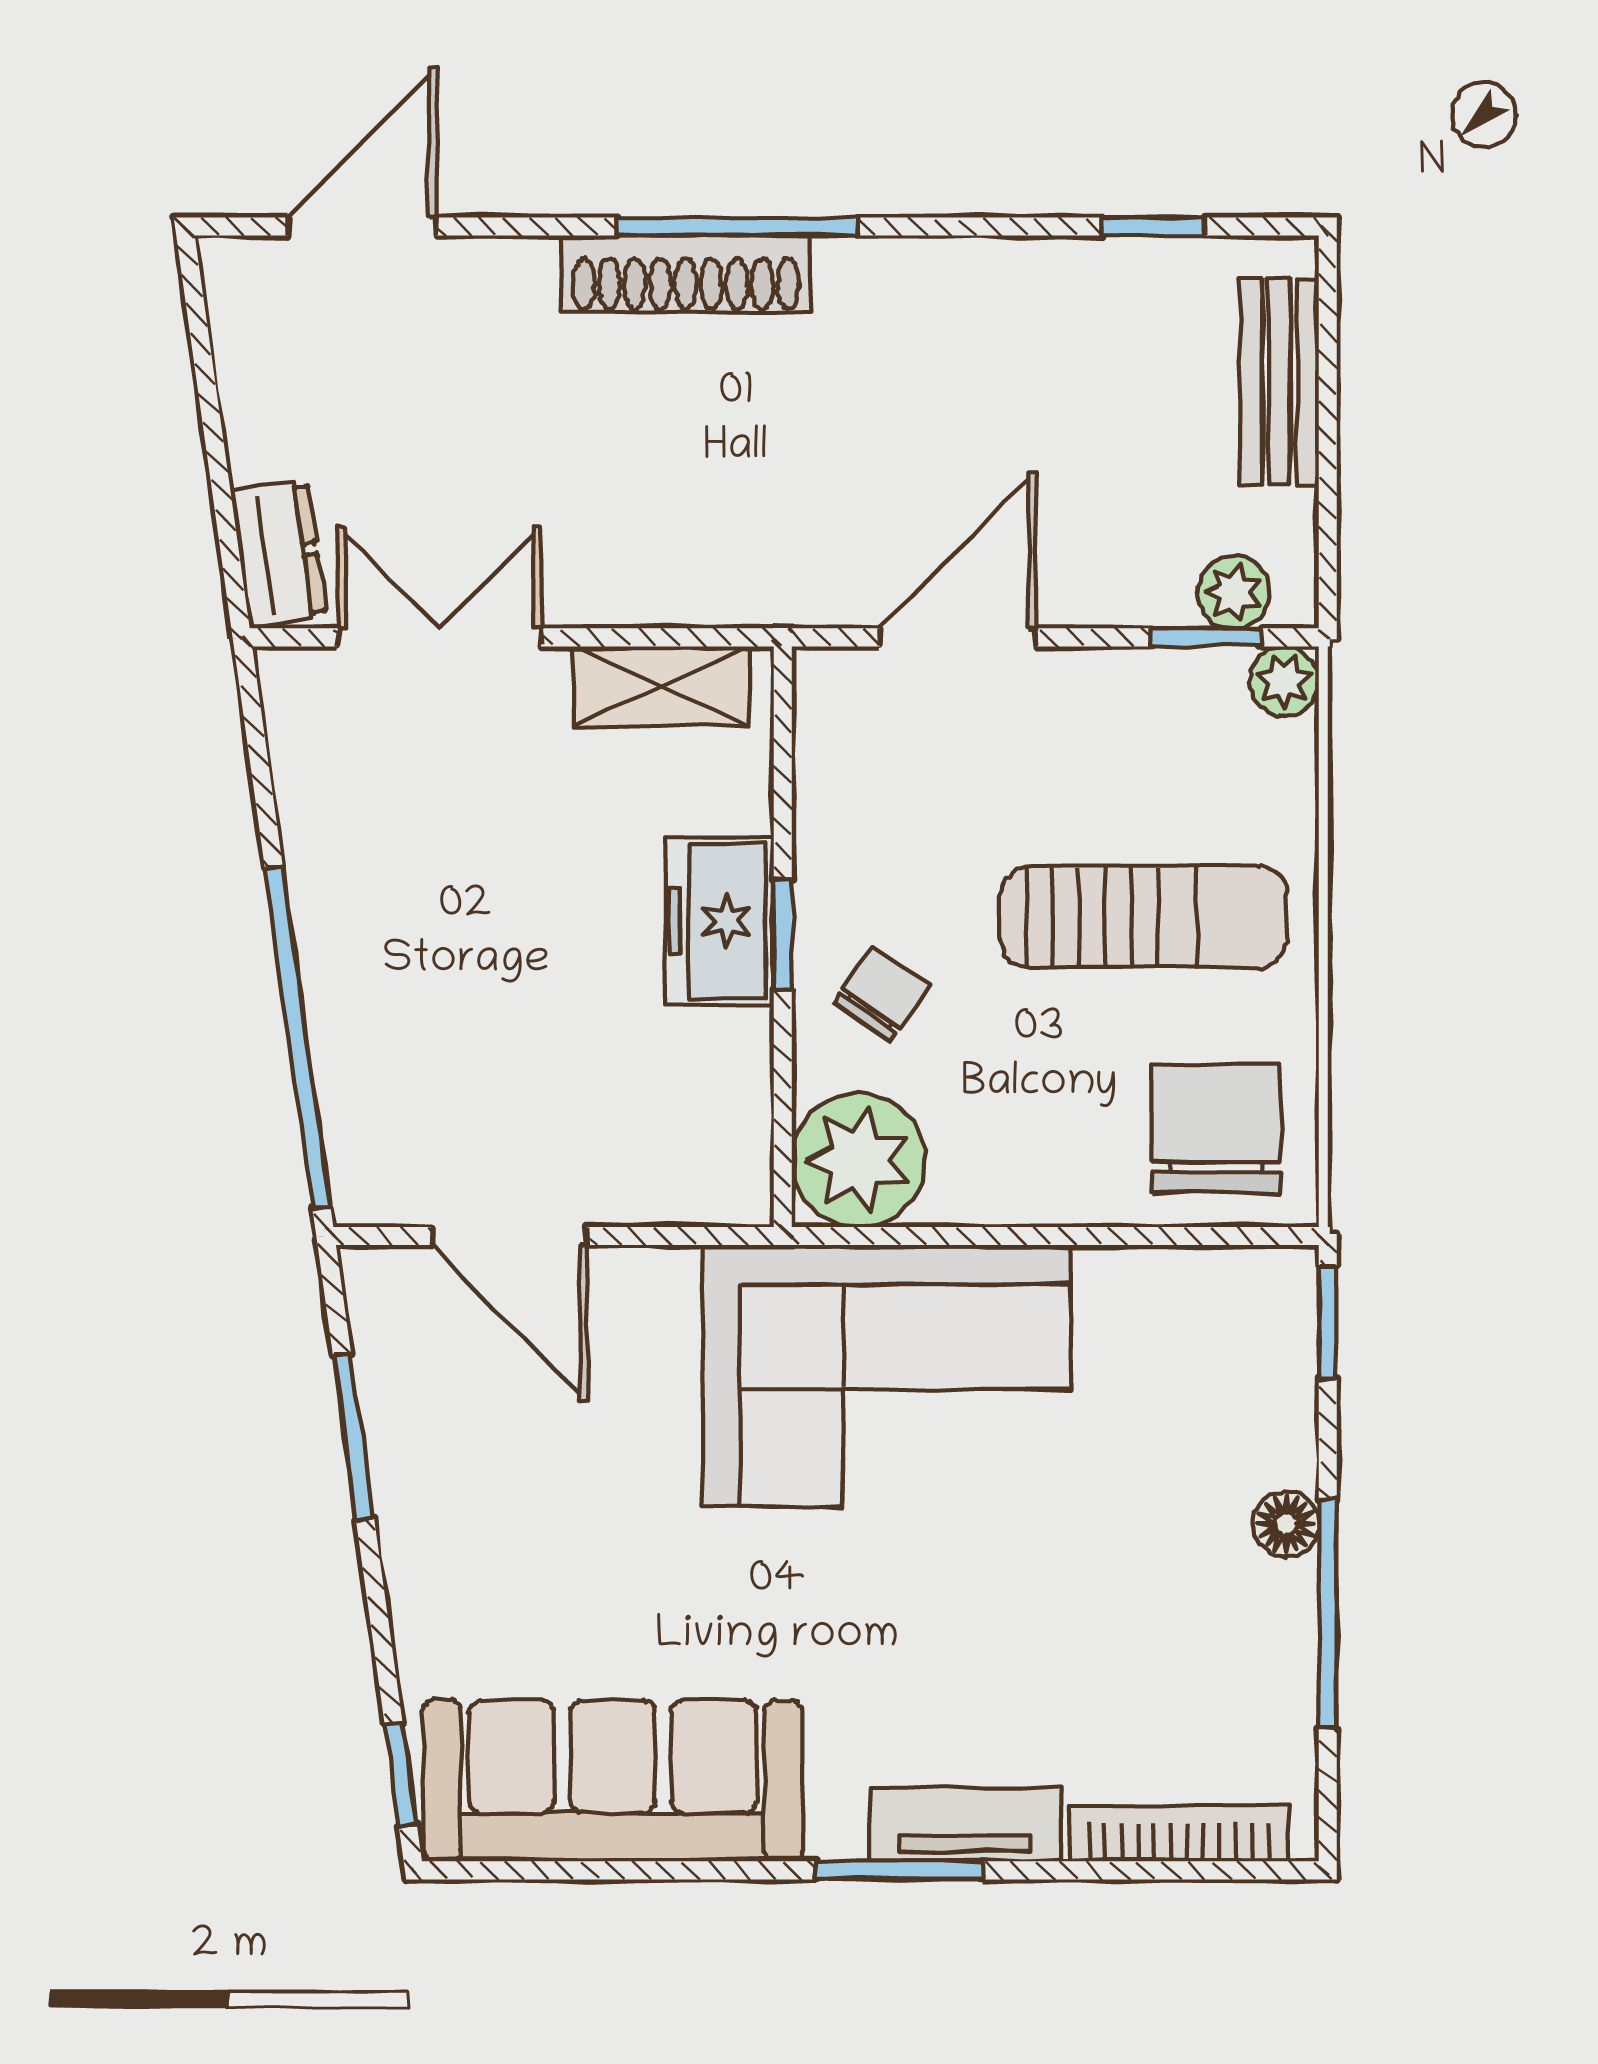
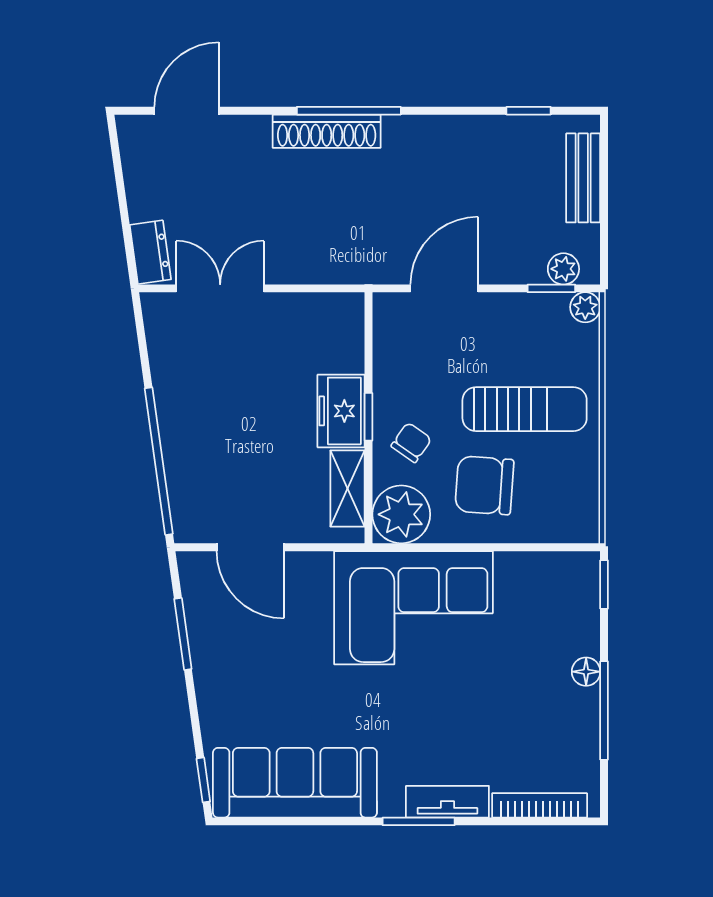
shelving: (661, 686) -> (347, 489), moved, turned 90
chair: (1216, 1128) -> (484, 485), moved, turned -86

